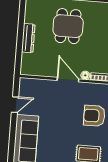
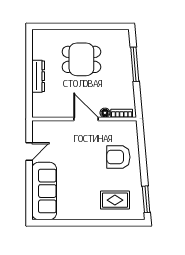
dining table: (68, 26) -> (81, 59), turned 90

